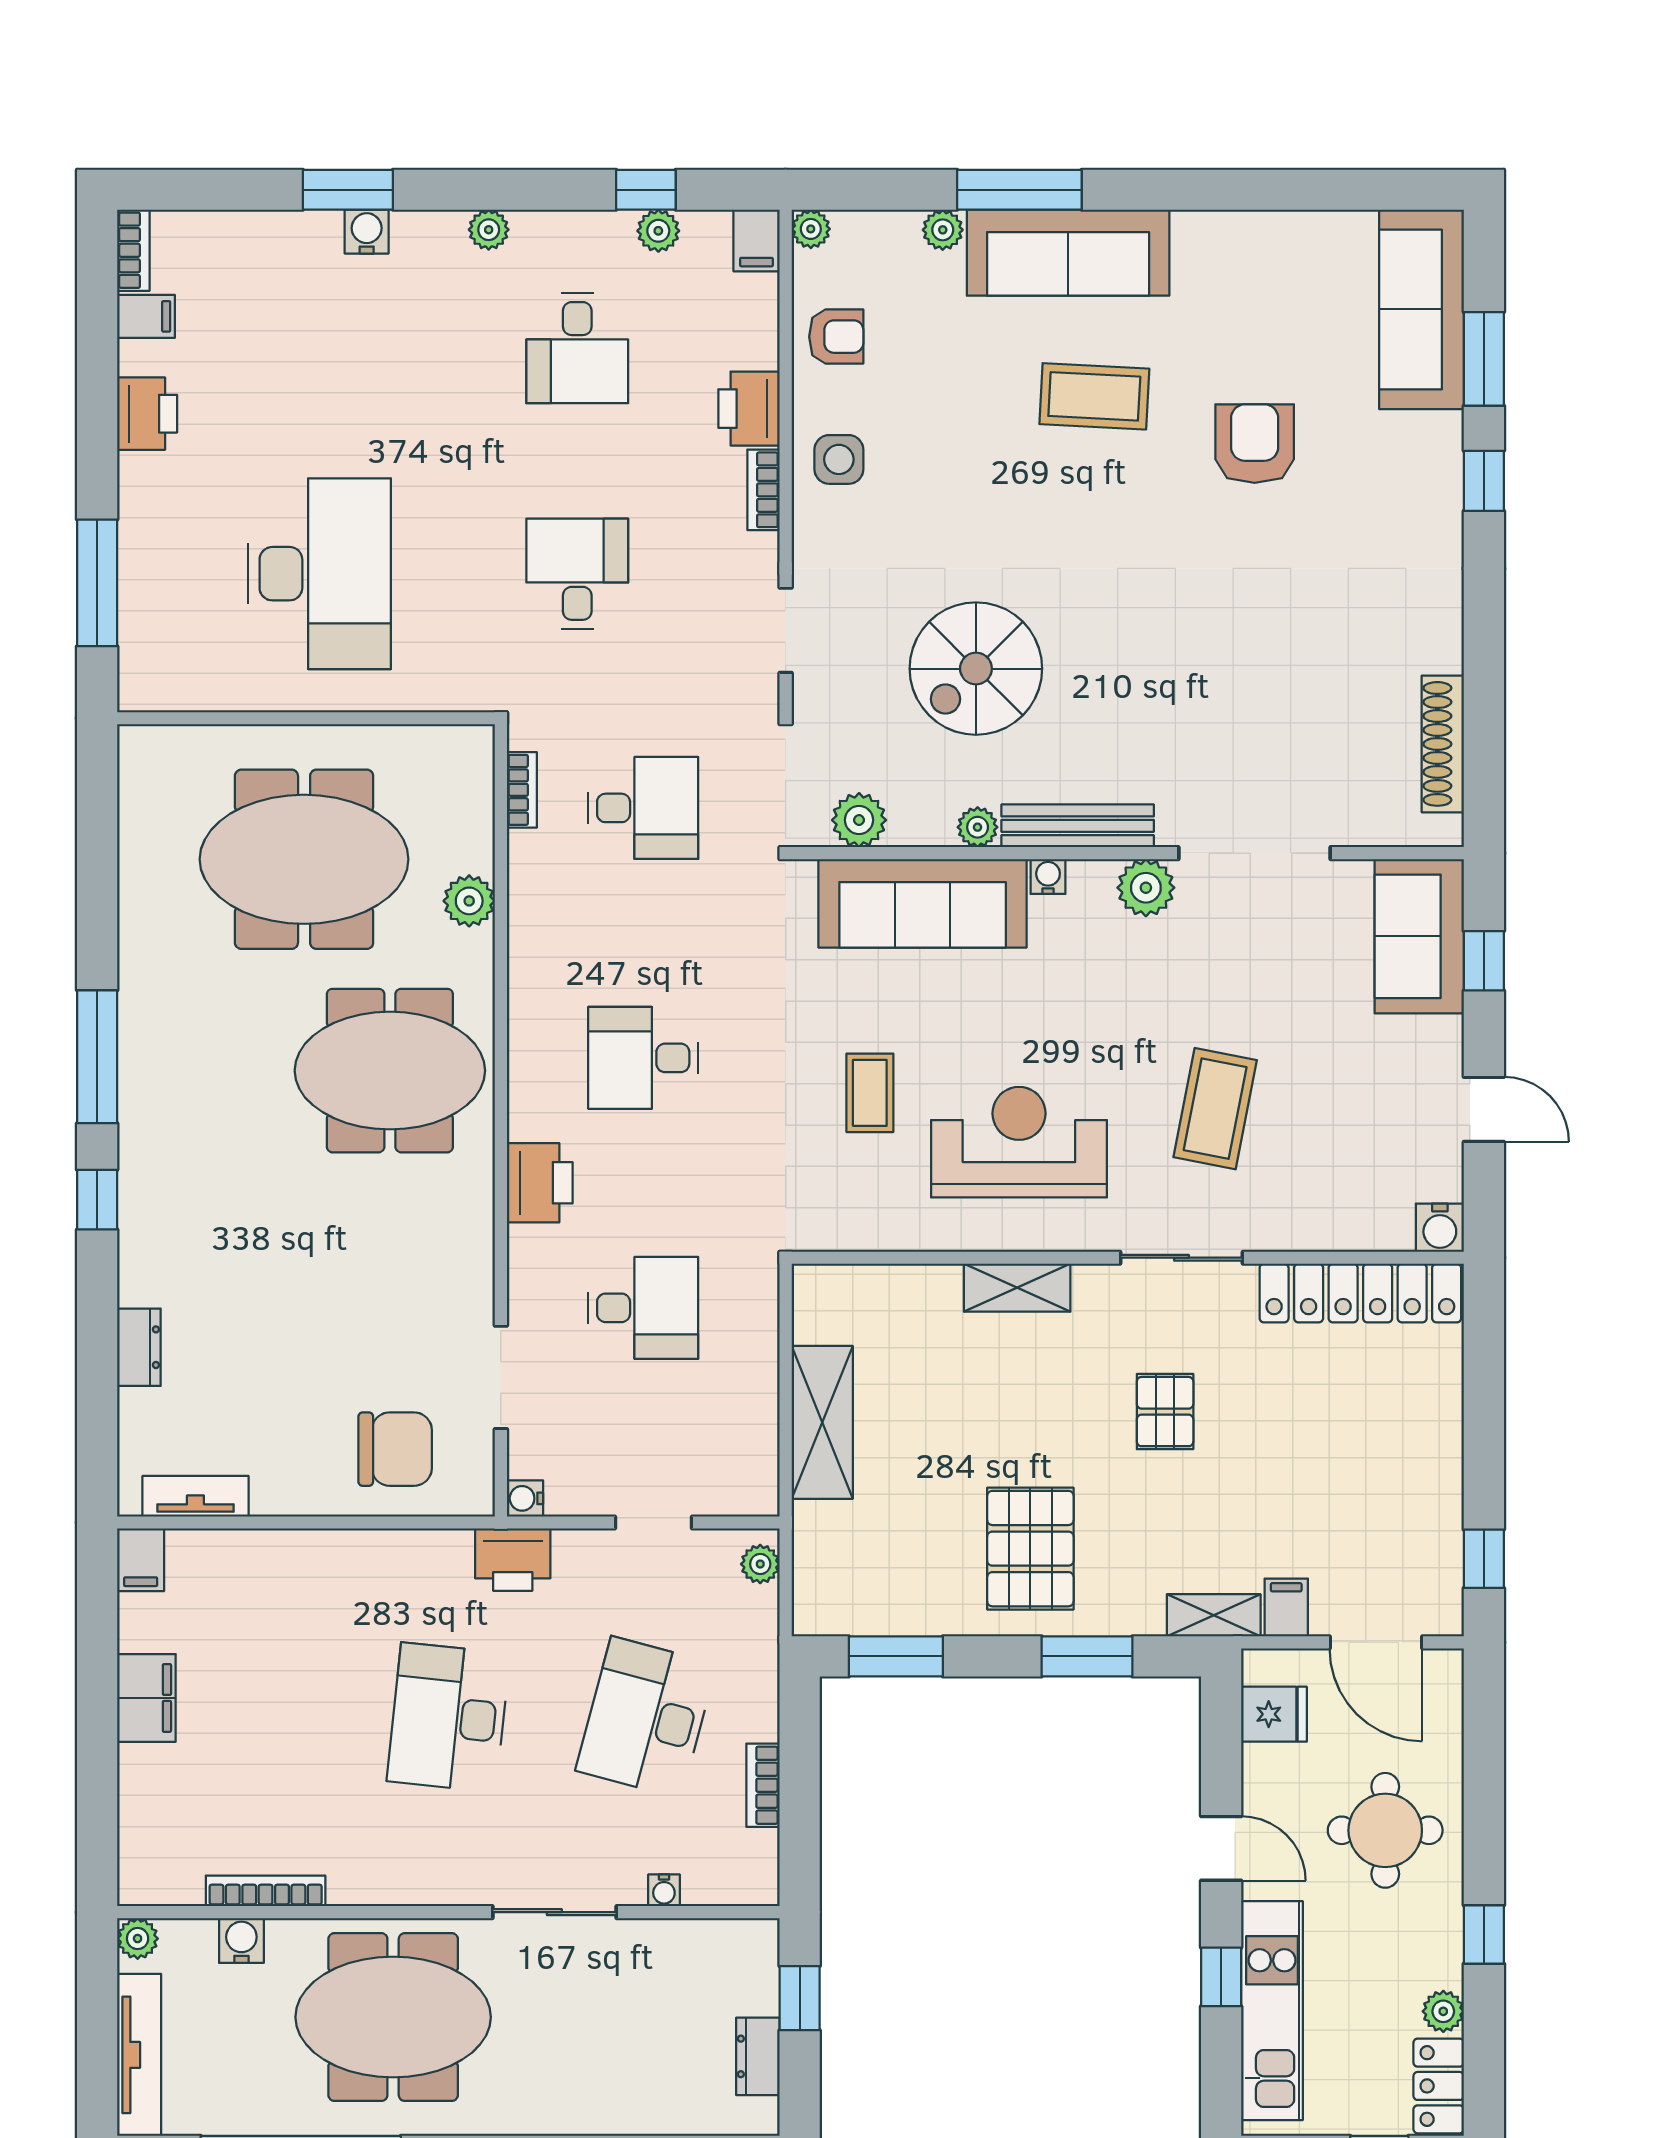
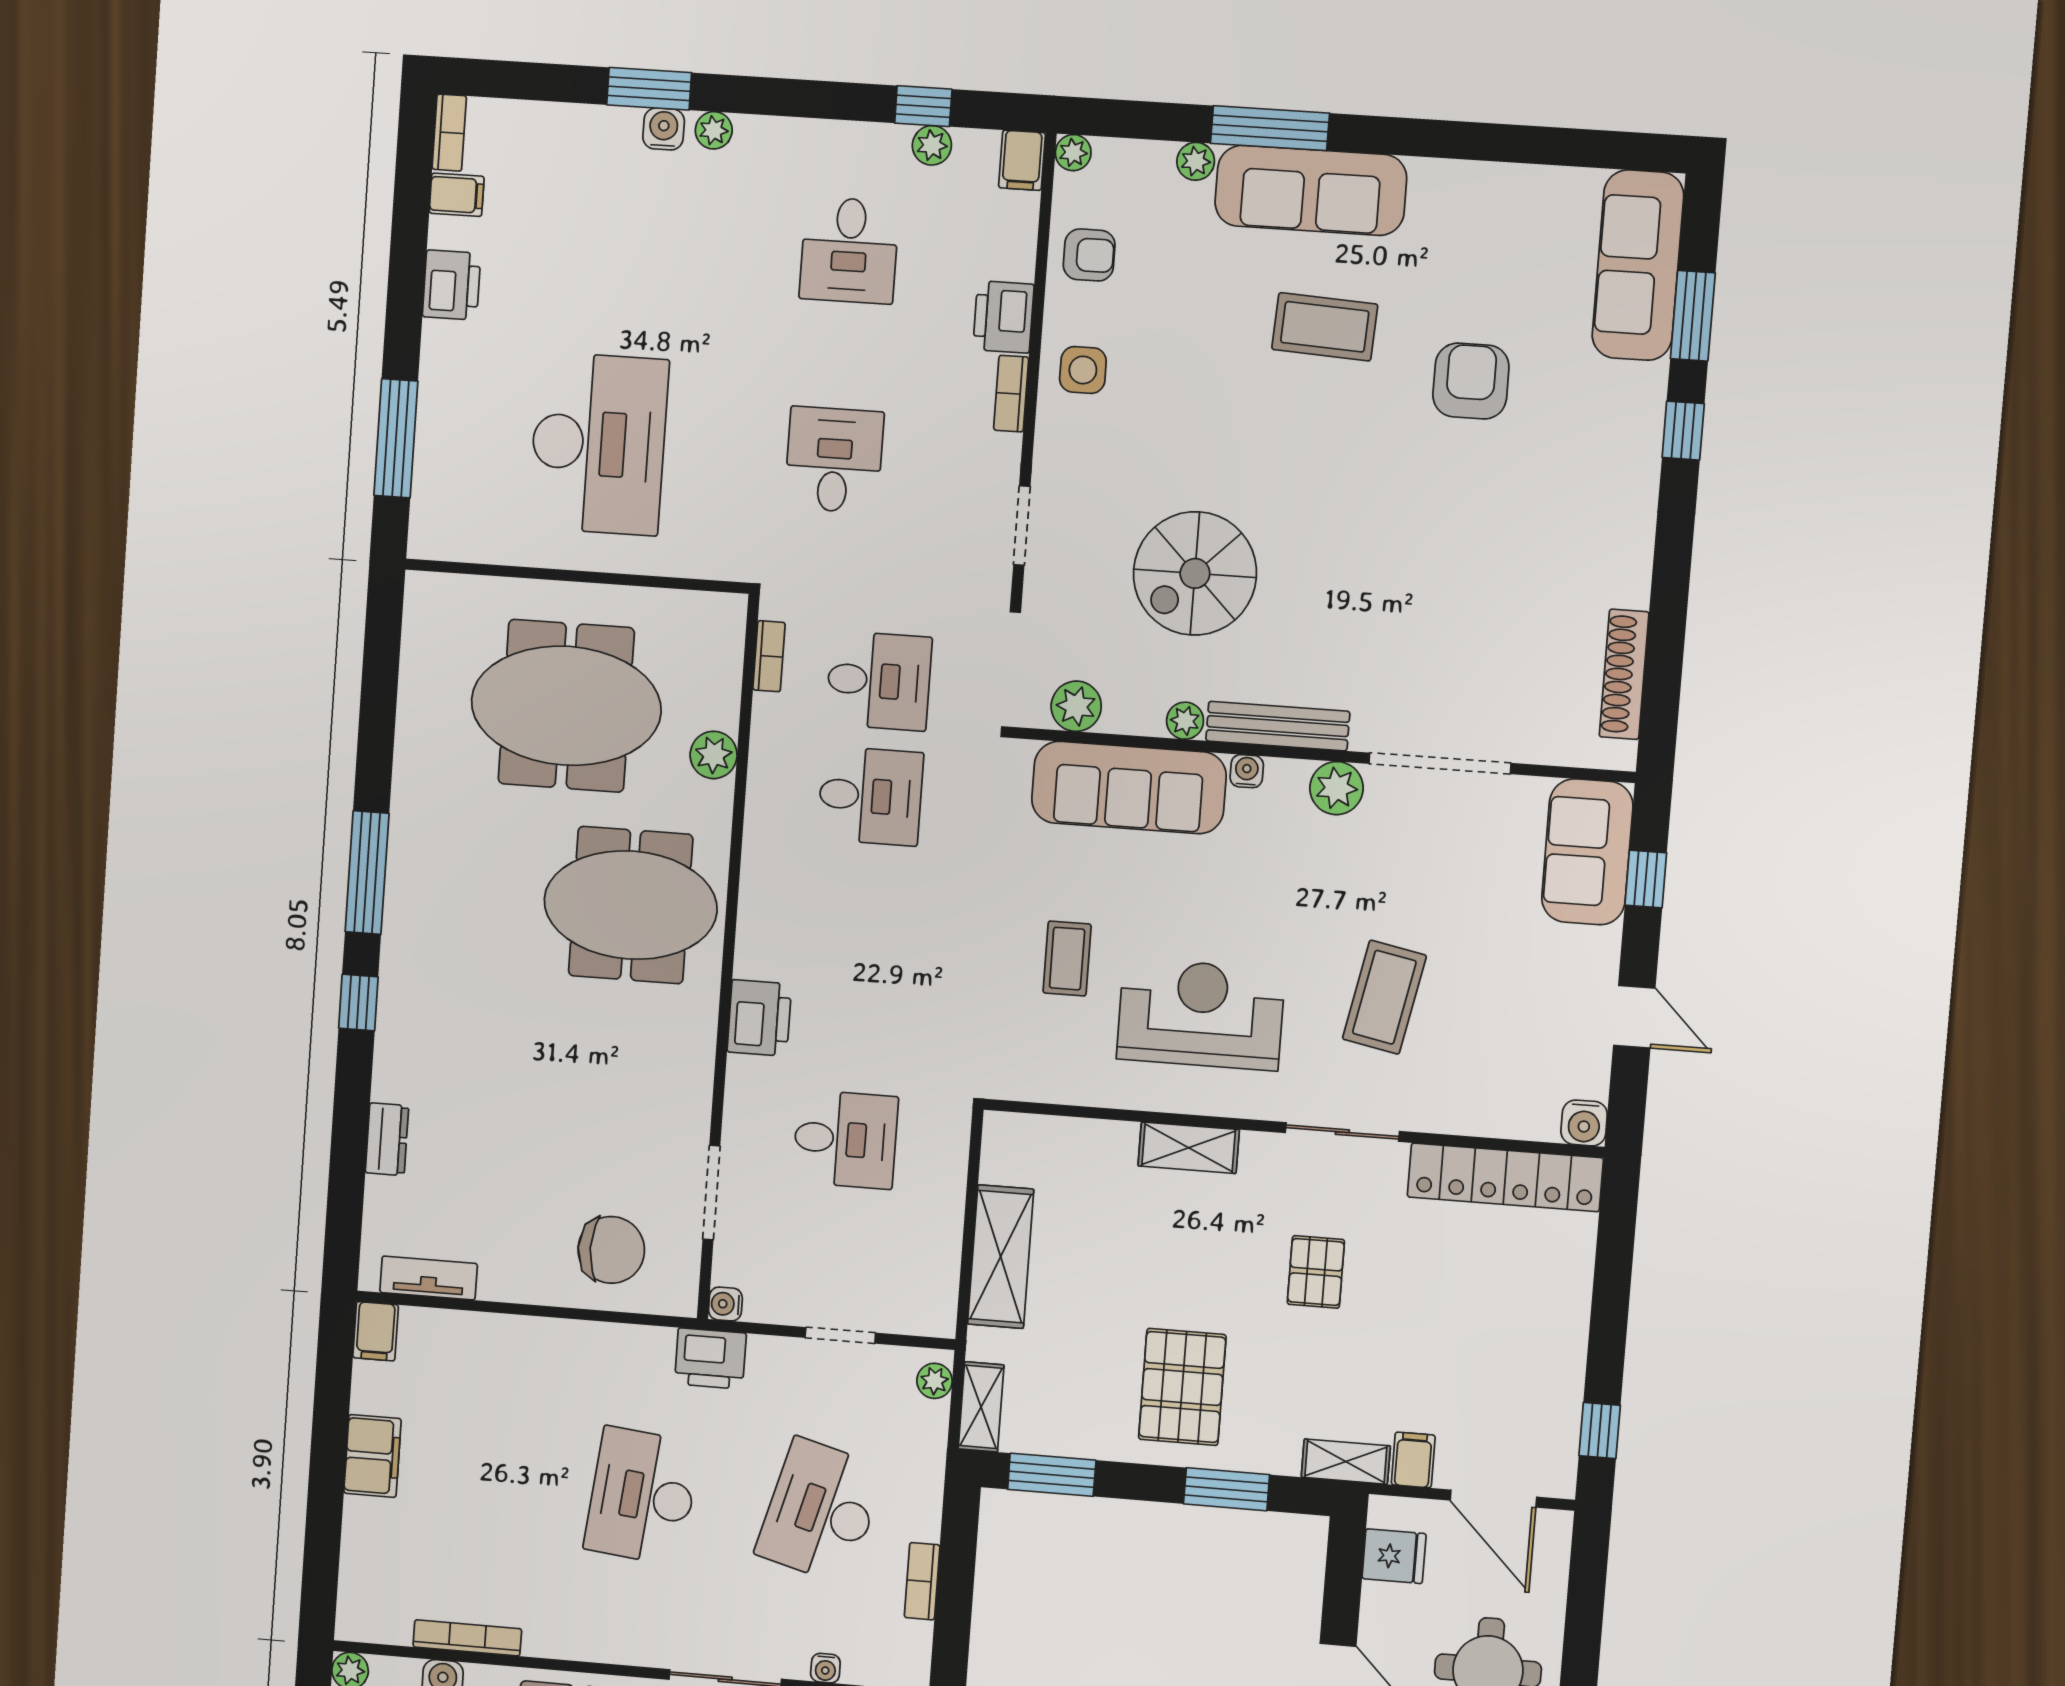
plant: (489, 230) -> (714, 130), moved
desk: (643, 1058) -> (870, 796), moved, turned 180
shelving: (813, 1588) -> (981, 1407), added

